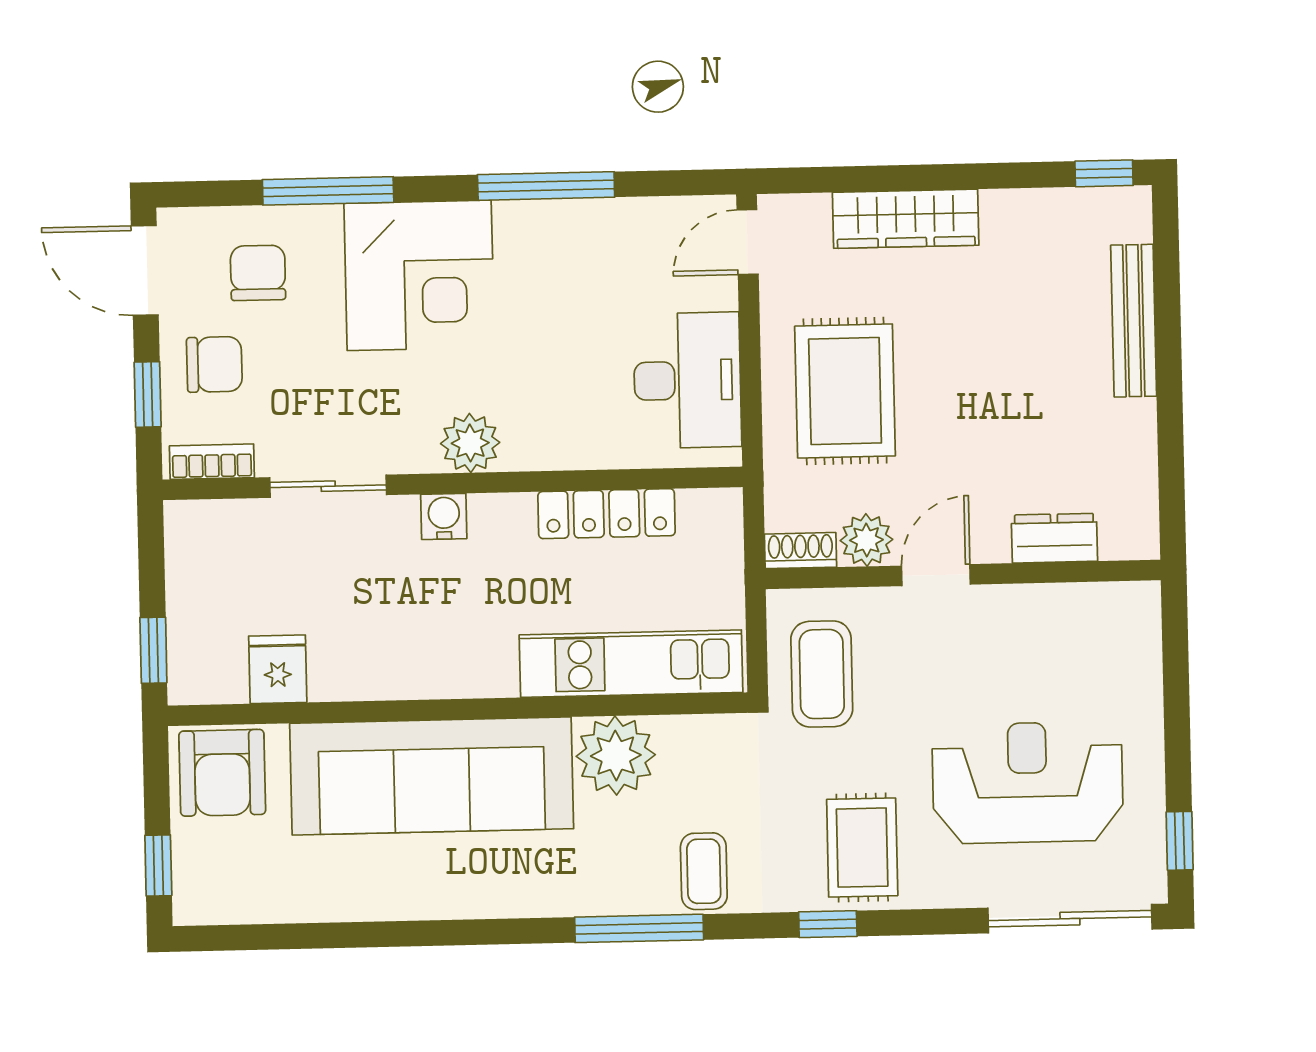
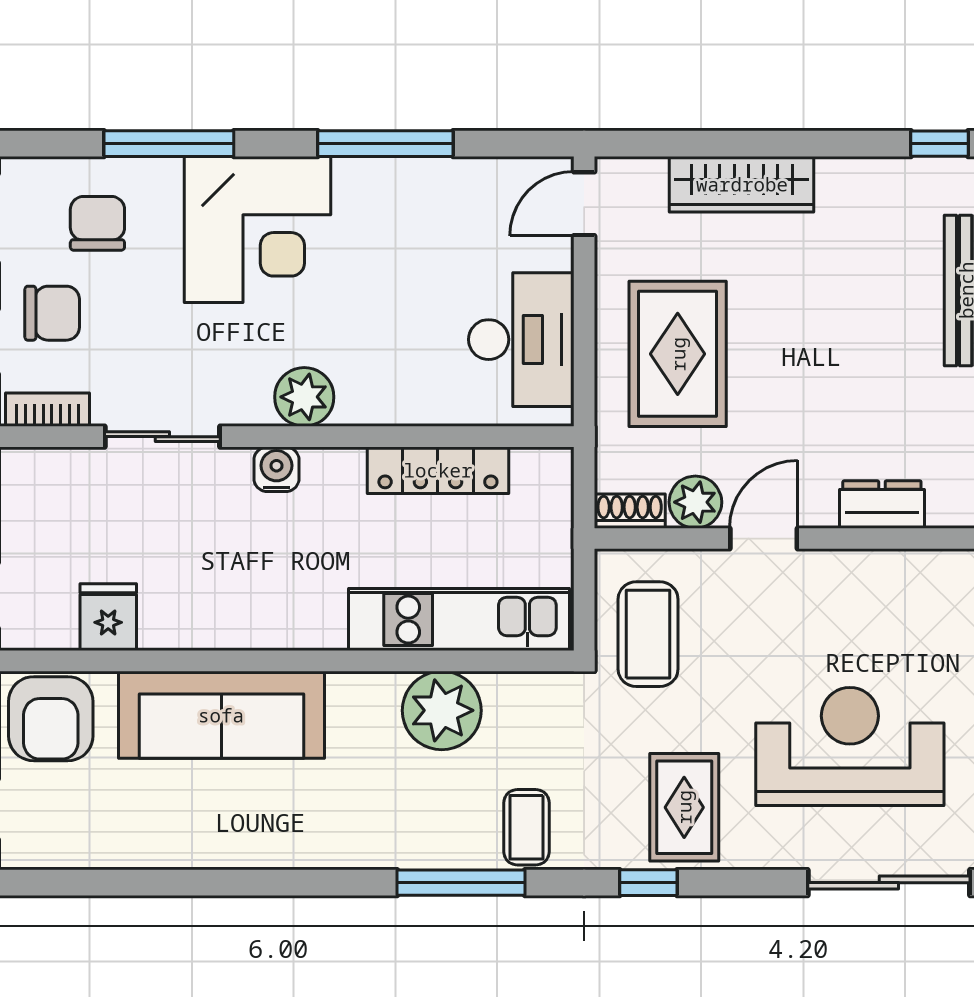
sofa: (432, 776) -> (221, 715), width x0.74, depth x0.79

